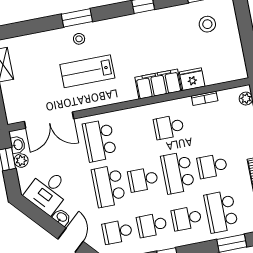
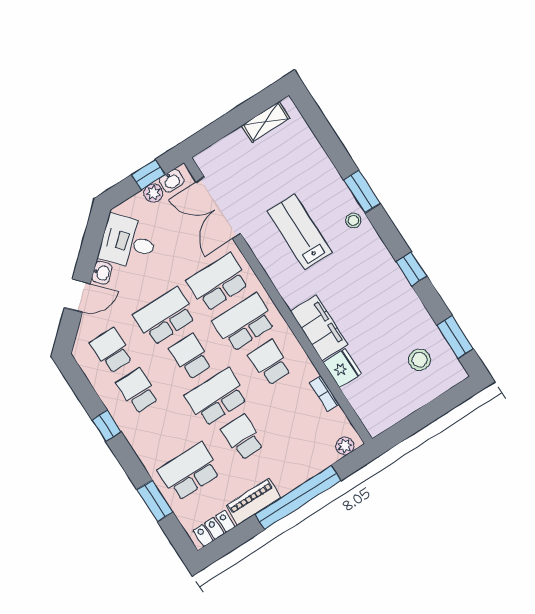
stool: (79, 39) -> (353, 221), moved
school desk: (187, 218) -> (244, 322), moved, width x1.85

